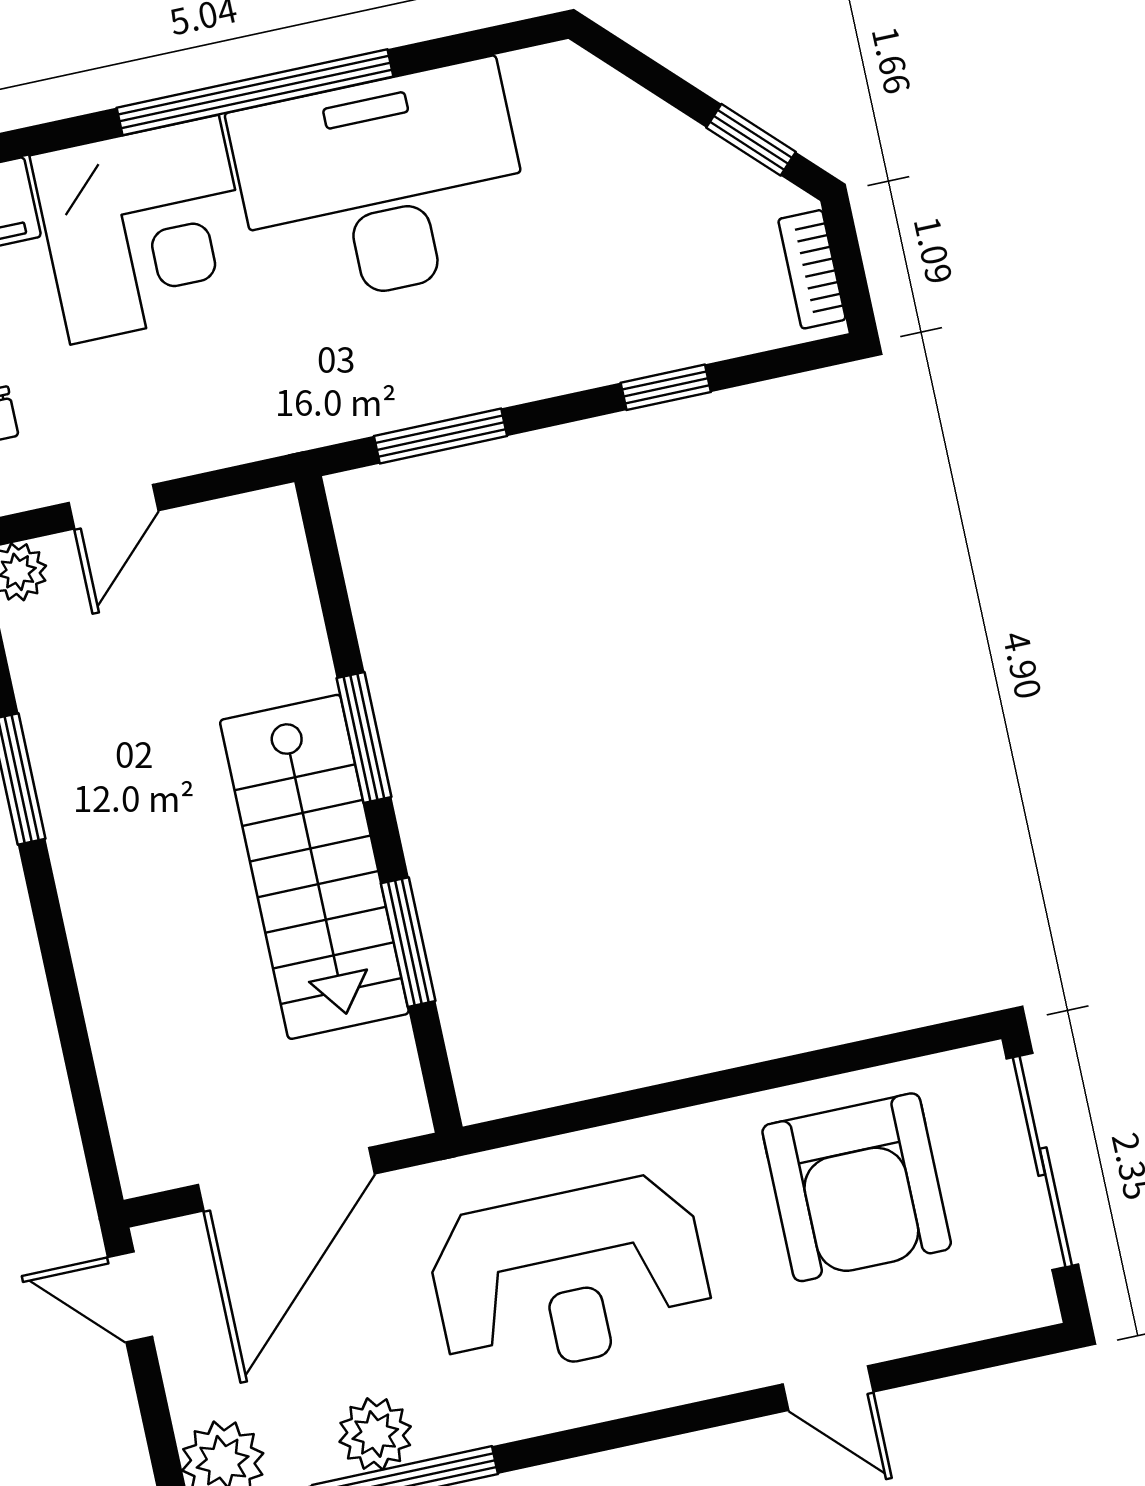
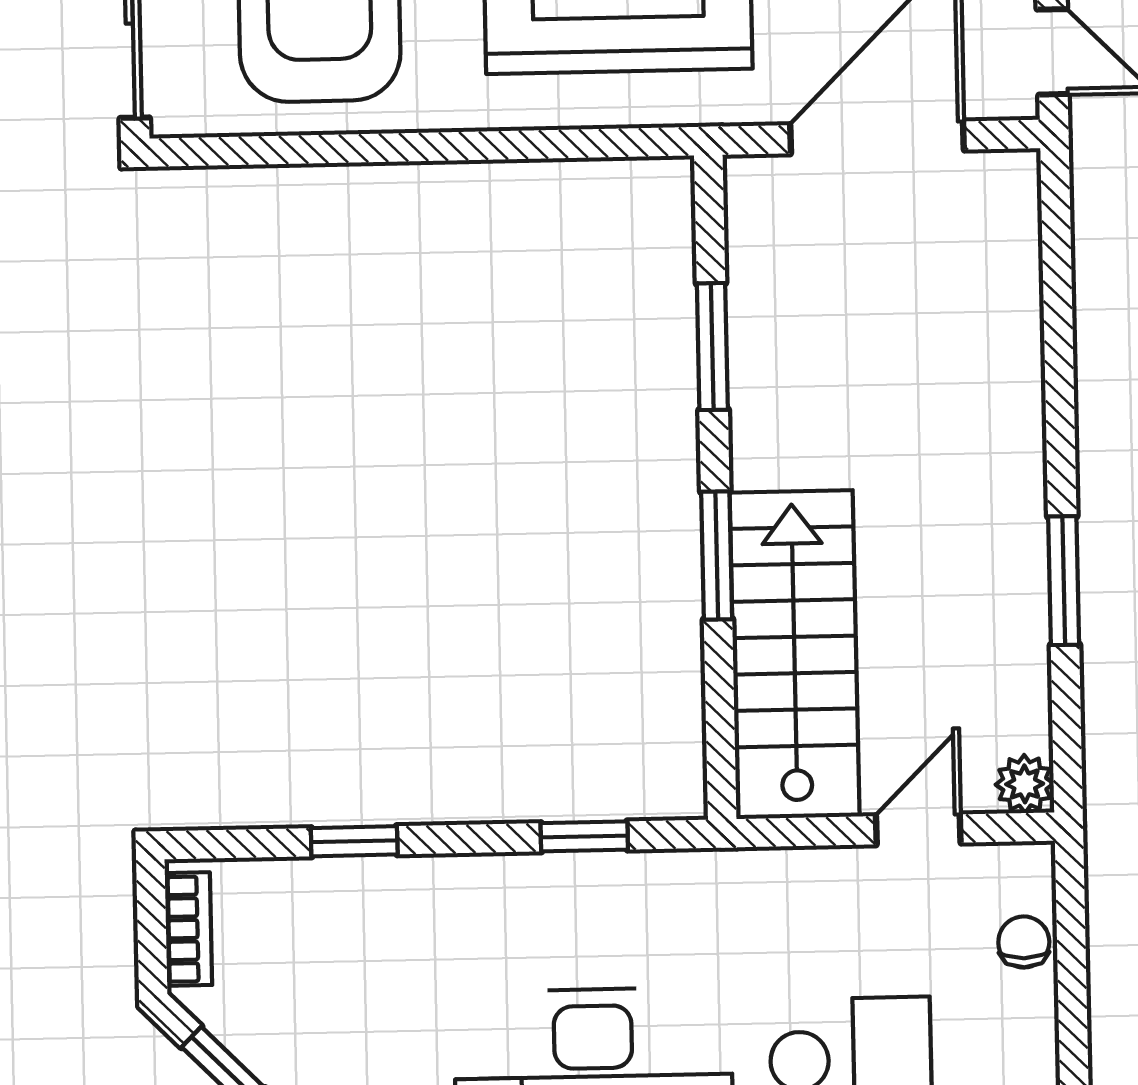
window: (440, 436) -> (584, 836), width x0.67
stairs: (314, 867) -> (795, 655), moved

